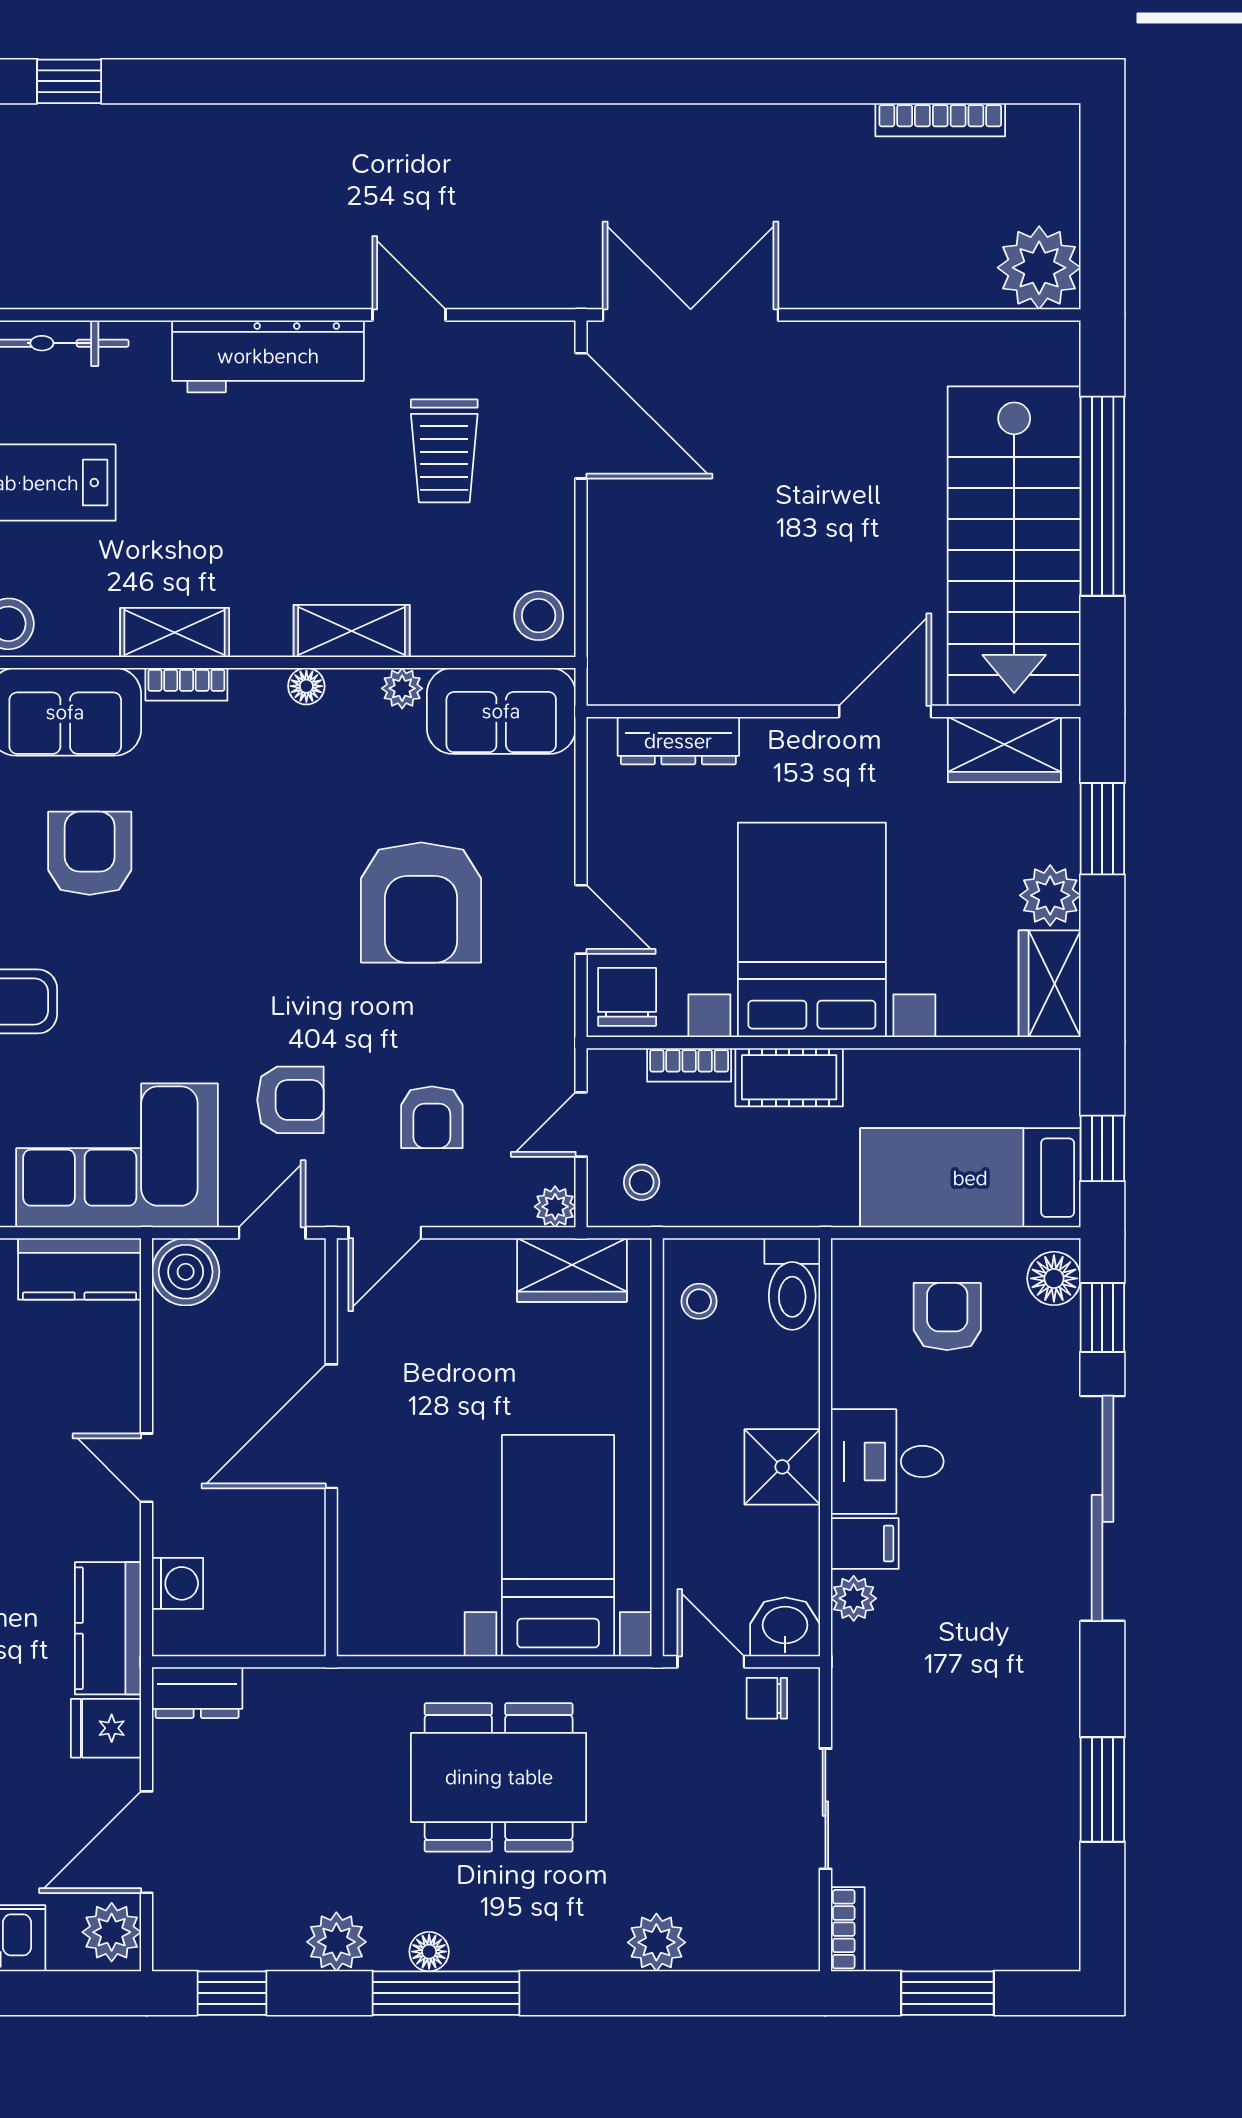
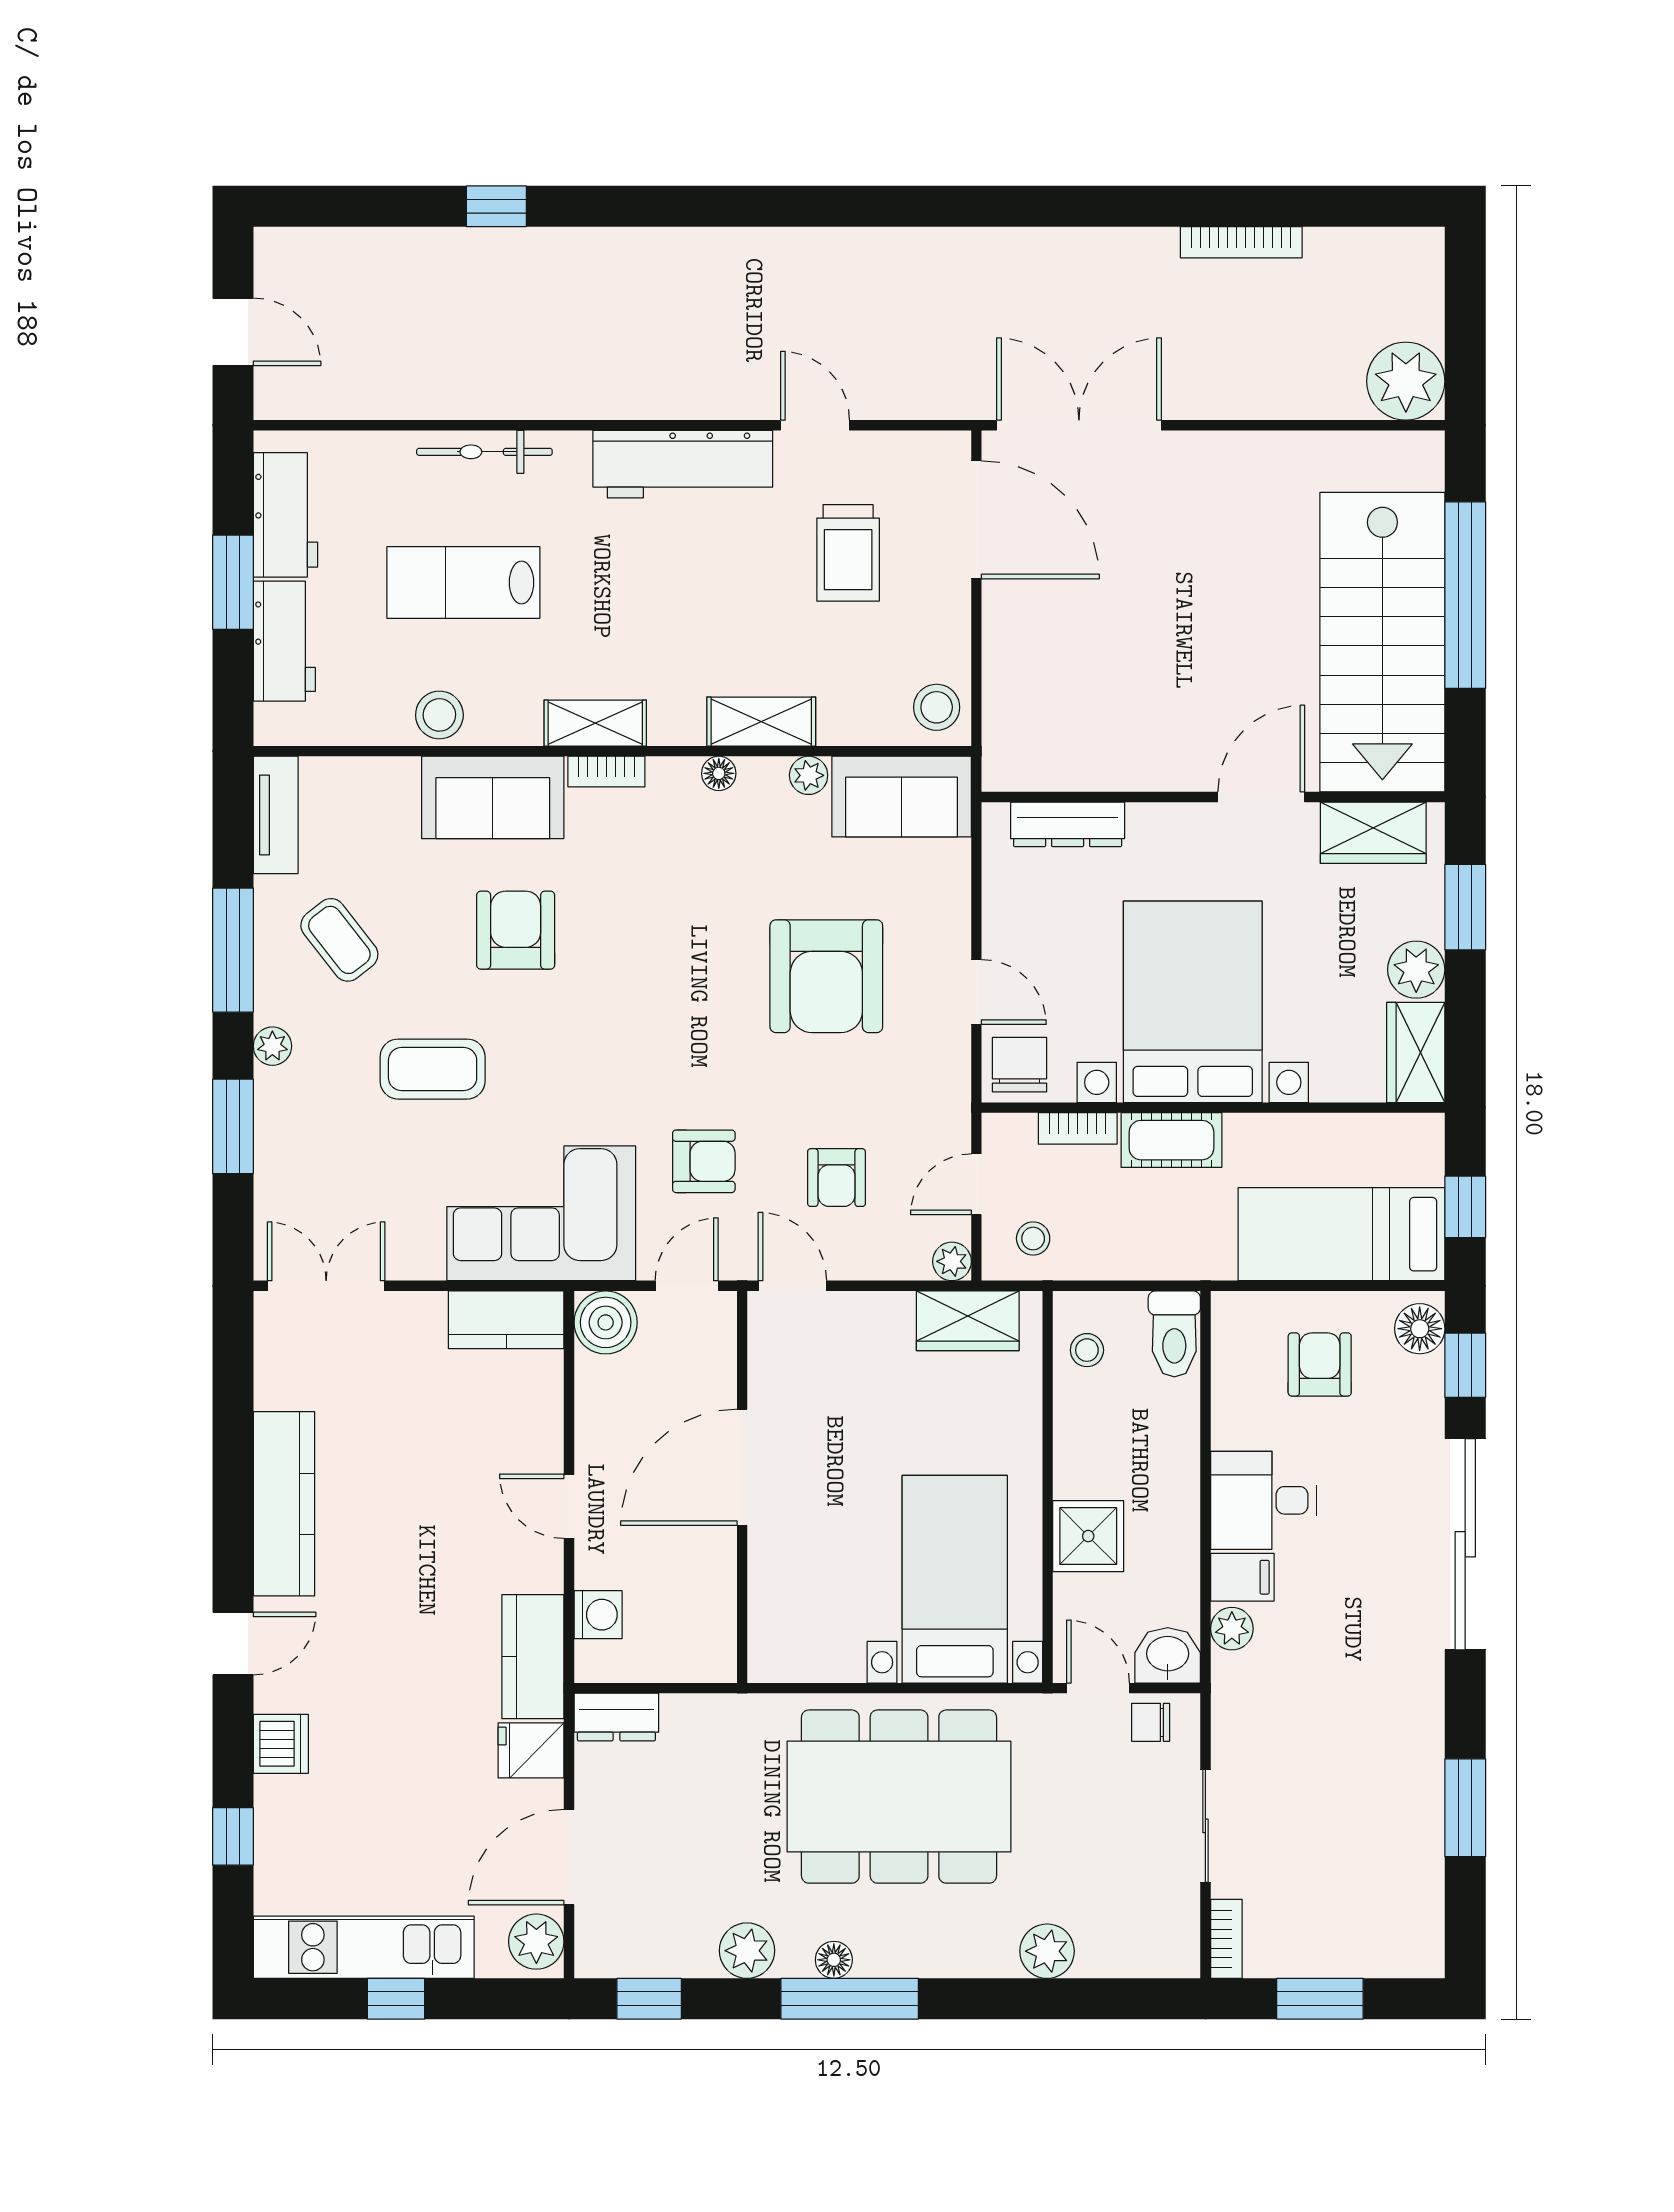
bookcase: (940, 120) -> (1241, 242), moved
door: (385, 1233) -> (792, 1286), swing flipped
shower: (782, 1467) -> (1088, 1536), moved
dining table: (499, 1777) -> (899, 1797), width x1.36, depth x1.24

